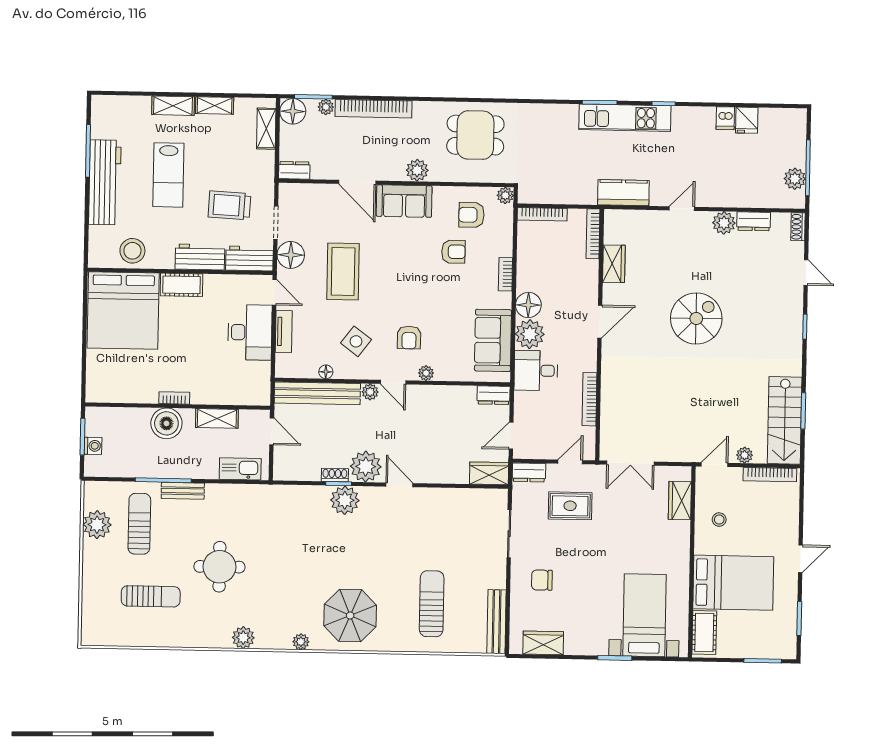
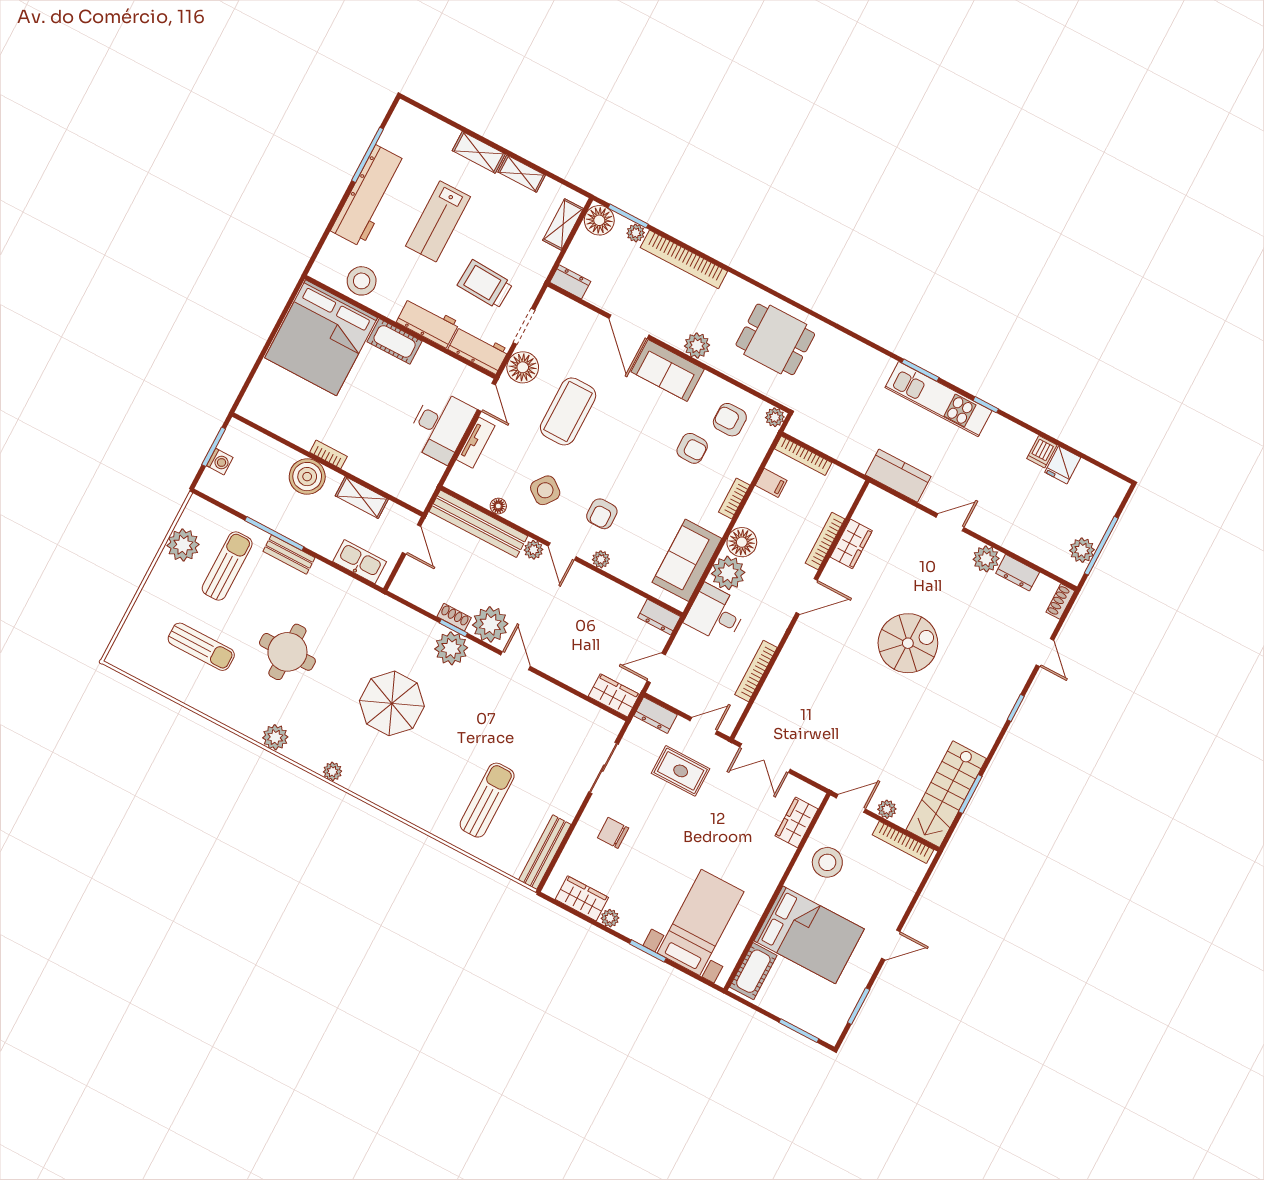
bookcase: (593, 234) -> (825, 541), moved
filing cabinet: (528, 248) -> (771, 483), added
stool: (719, 520) -> (827, 862), width x1.89, depth x1.89
parasol: (350, 616) -> (392, 703), moved
plant: (573, 647) -> (610, 918), added

